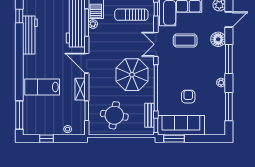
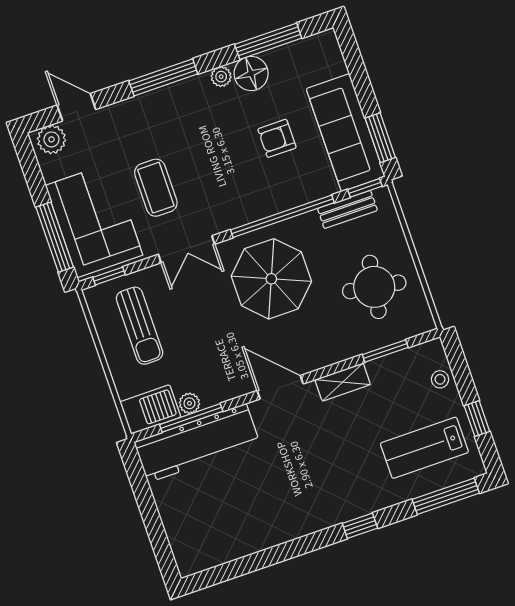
window: (19, 16) -> (360, 526), moved
workbench: (30, 35) -> (261, 534), removed
floor lamp: (218, 39) -> (251, 74), moved
door: (87, 63) -> (280, 387), swing flipped
lab bench: (42, 87) -> (424, 448), moved, turned 90

